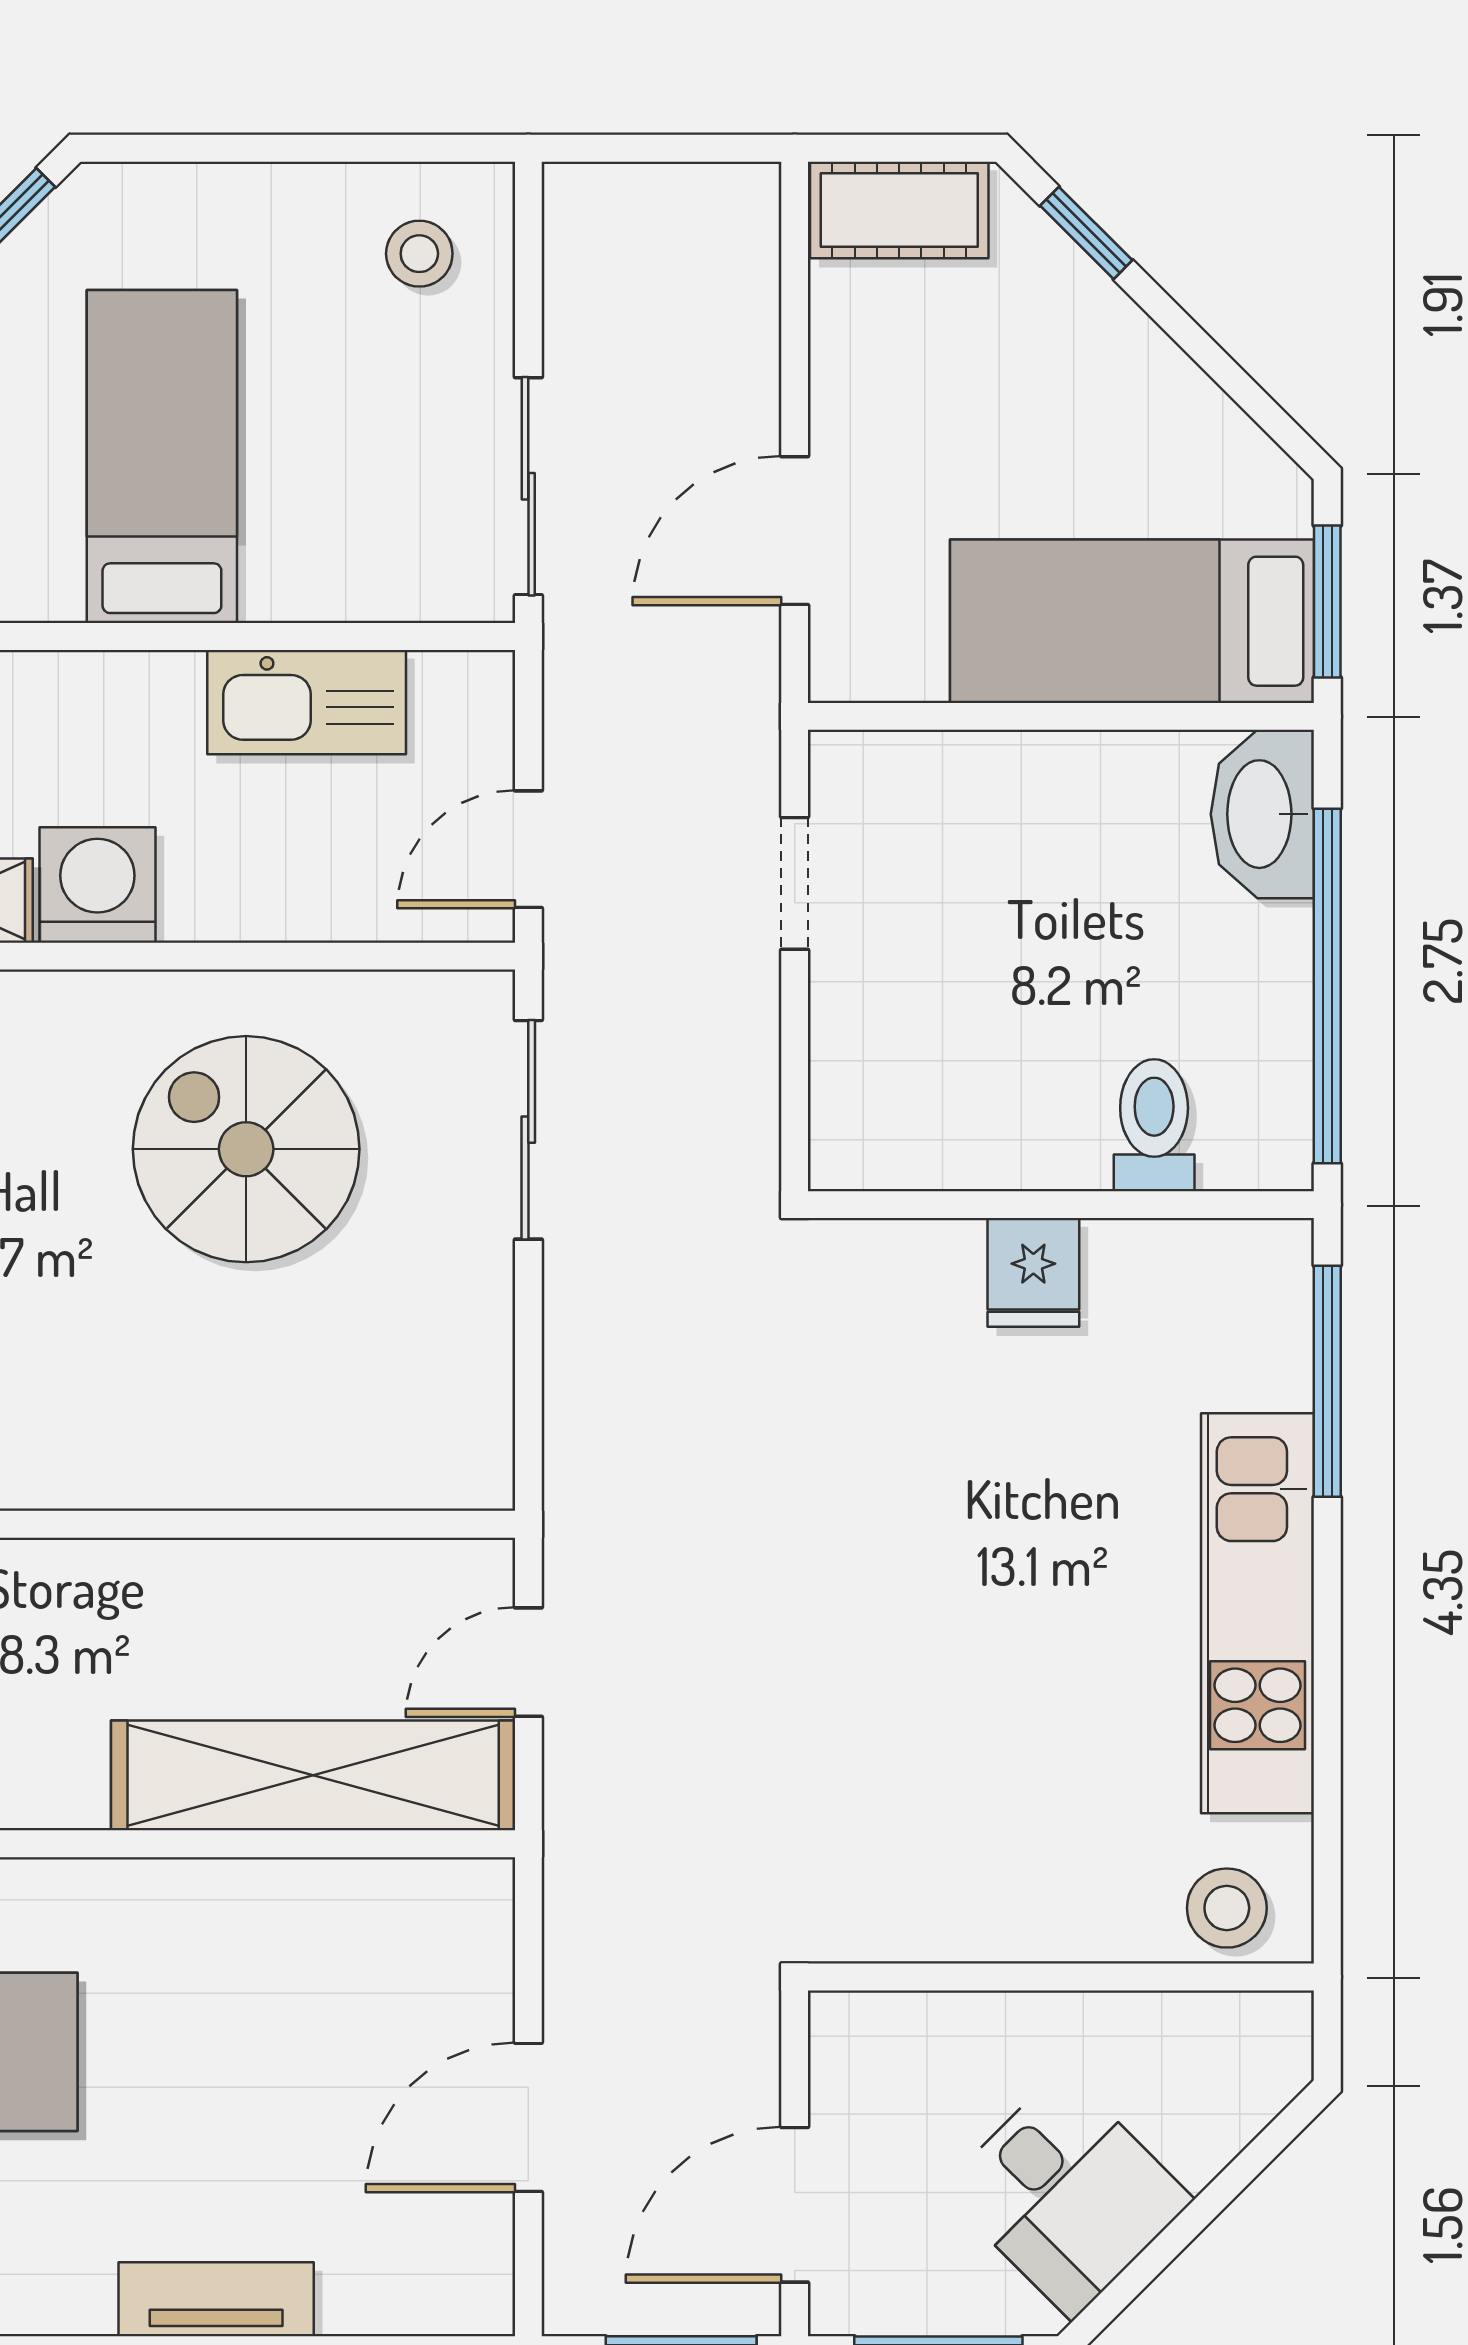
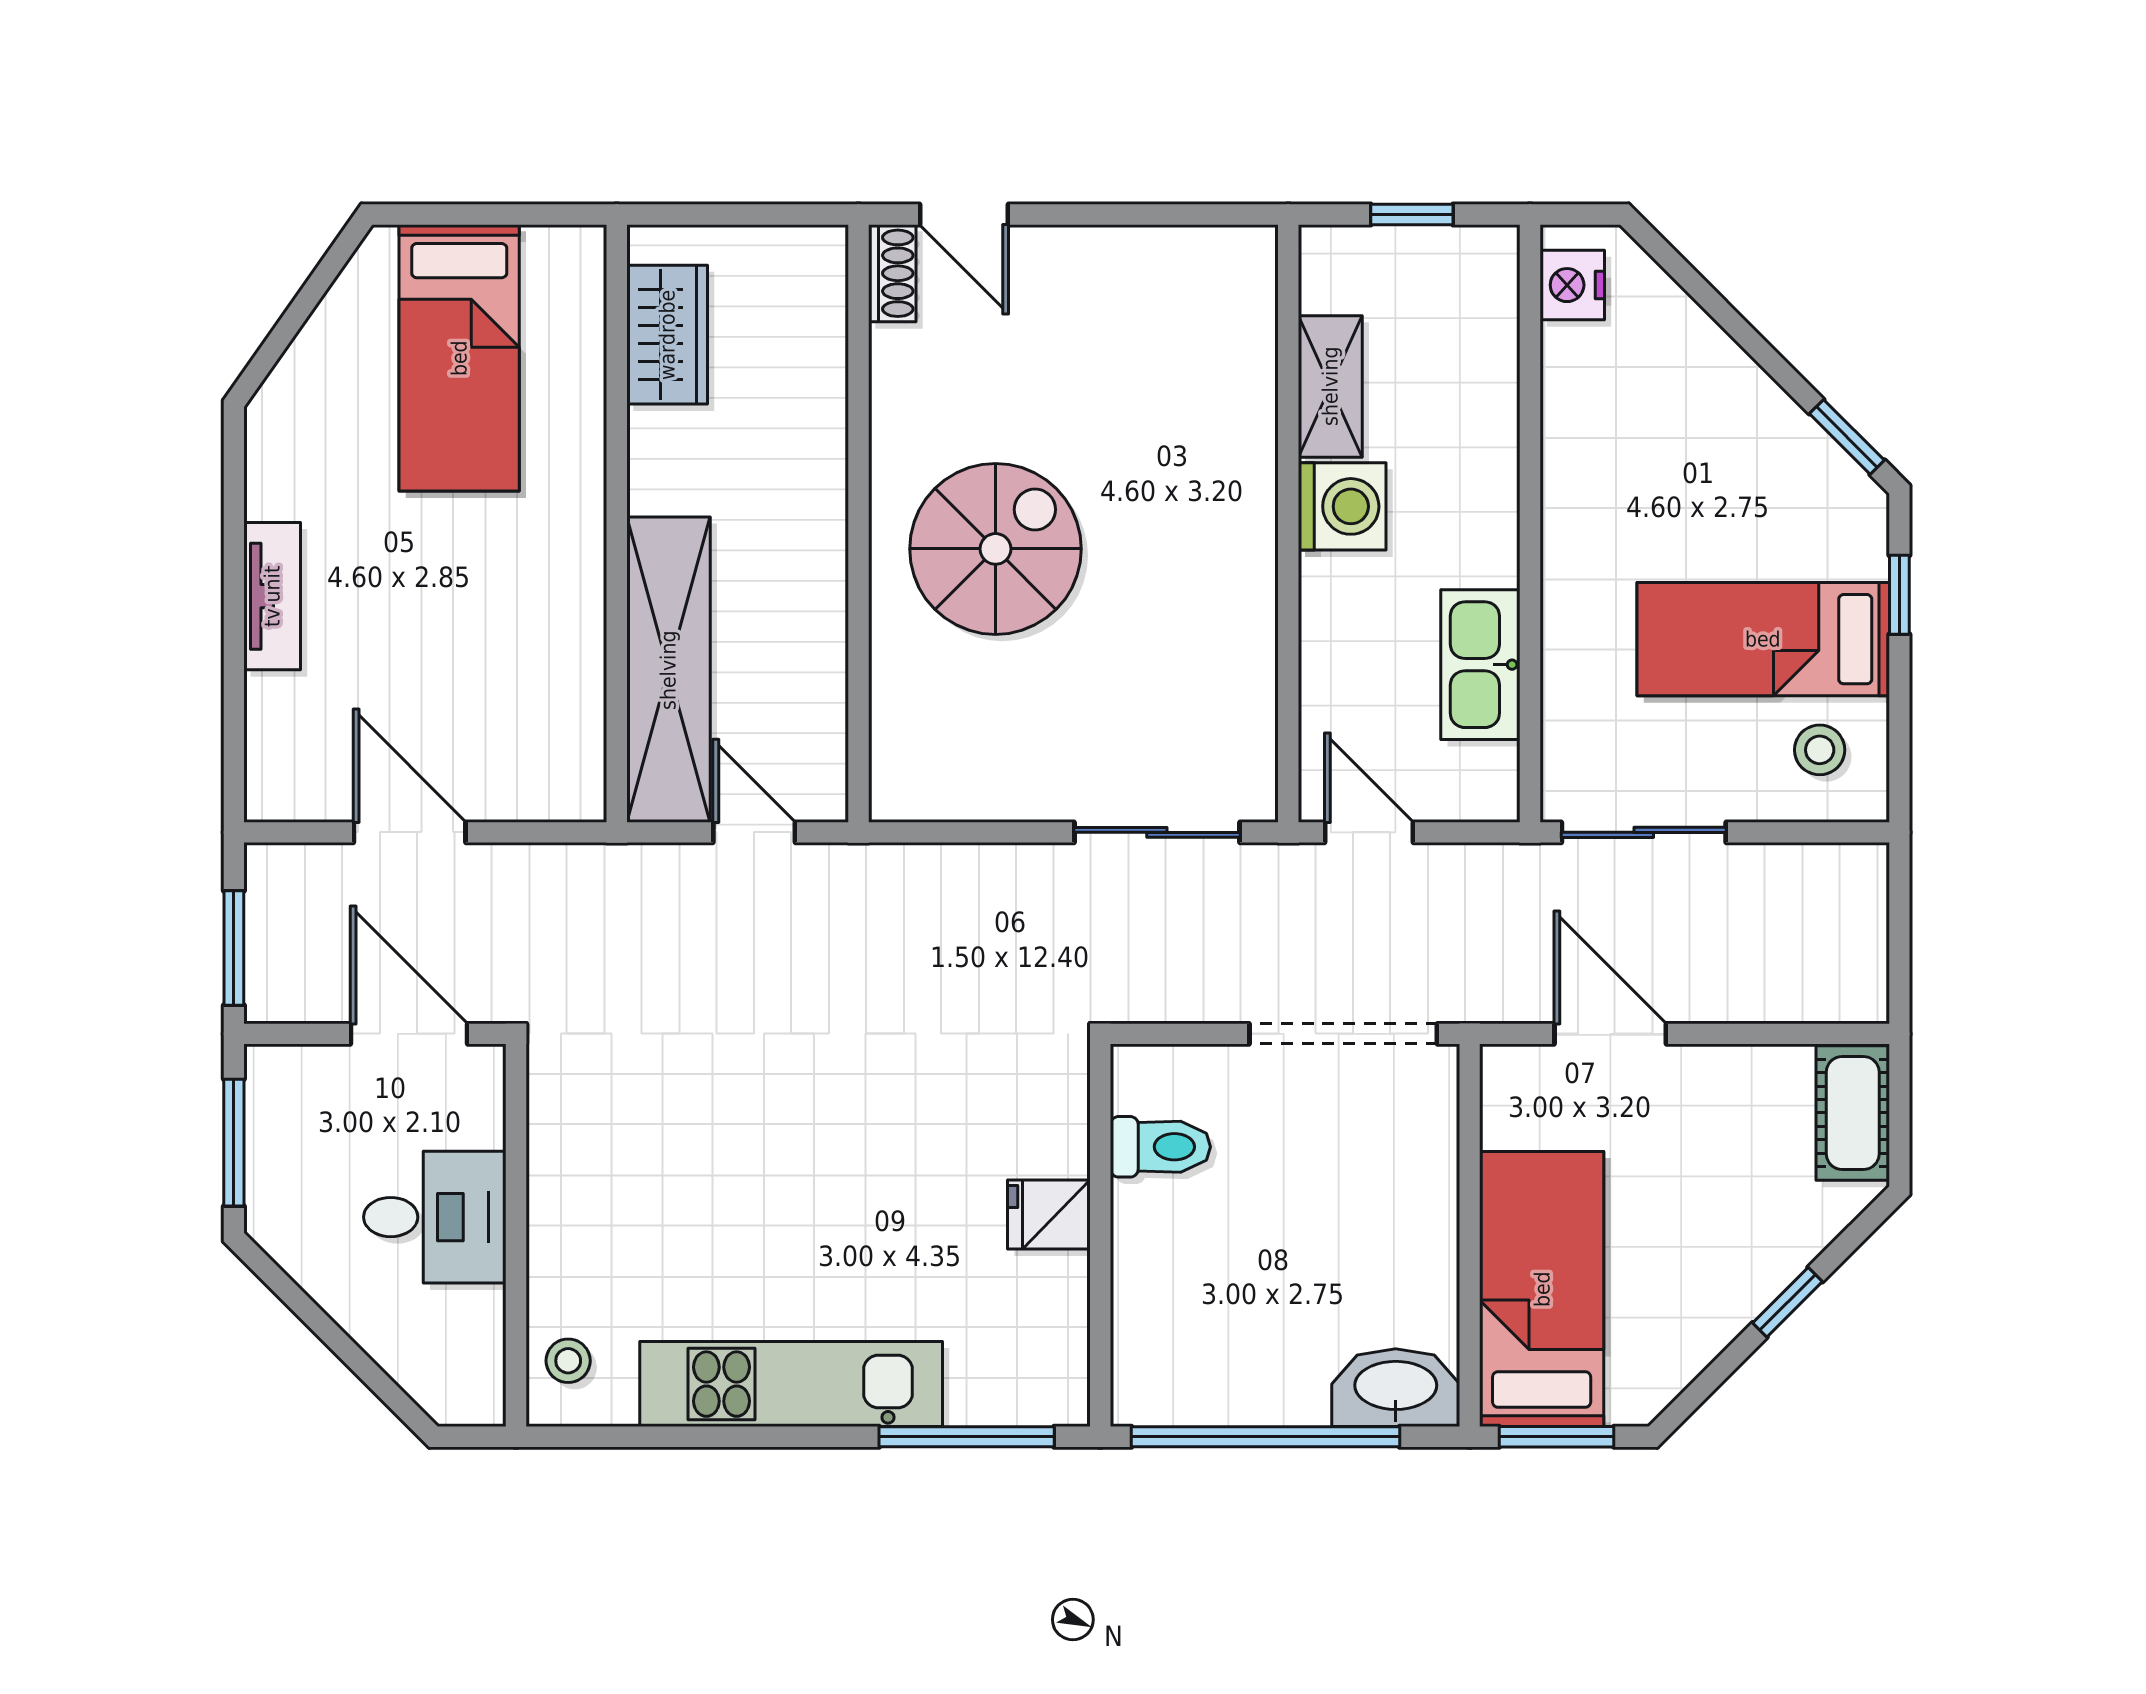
window: (214, 148) -> (1899, 595), added
window: (1086, 233) -> (1788, 1302), moved
bed: (162, 457) -> (1763, 639), moved, turned 180
doorway: (795, 883) -> (1343, 1034), width x1.88
toilet: (1154, 1125) -> (1160, 1147), moved
spiral stairs: (246, 1149) -> (996, 549), moved
stool: (1227, 1908) -> (568, 1361), width x0.73, depth x0.73
desk: (1067, 2194) -> (435, 1217), moved, turned -135
door: (795, 2205) -> (409, 1034), moved

